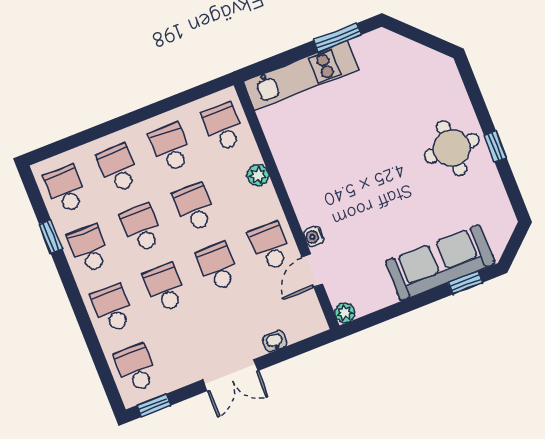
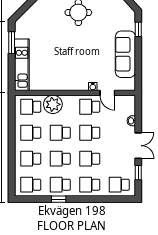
plant: (258, 175) -> (53, 104), width x1.88, depth x1.88
window: (51, 236) -> (59, 199), moved
sofa: (440, 263) -> (125, 54), moved
plant: (345, 313) -> (131, 86), removed
window: (154, 405) -> (138, 173), moved

